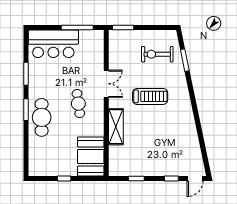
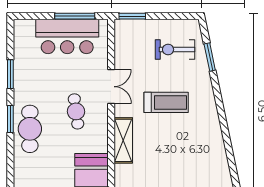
bar counter: (53, 44) -> (67, 36), moved

